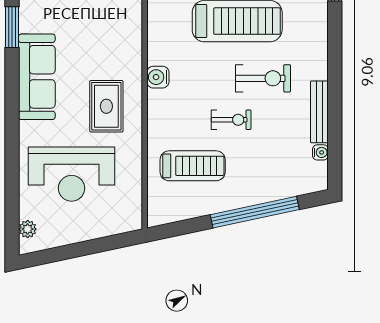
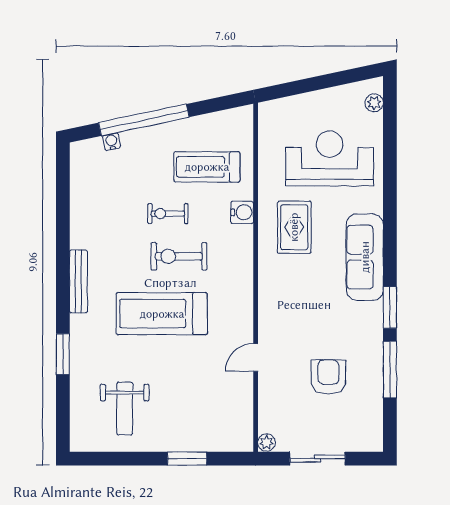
water cooler: (158, 77) -> (242, 212), moved
exercise bike: (263, 78) -> (179, 256), moved
bench: (319, 112) -> (78, 281), moved
water cooler: (320, 152) -> (112, 142), moved, turned 78

